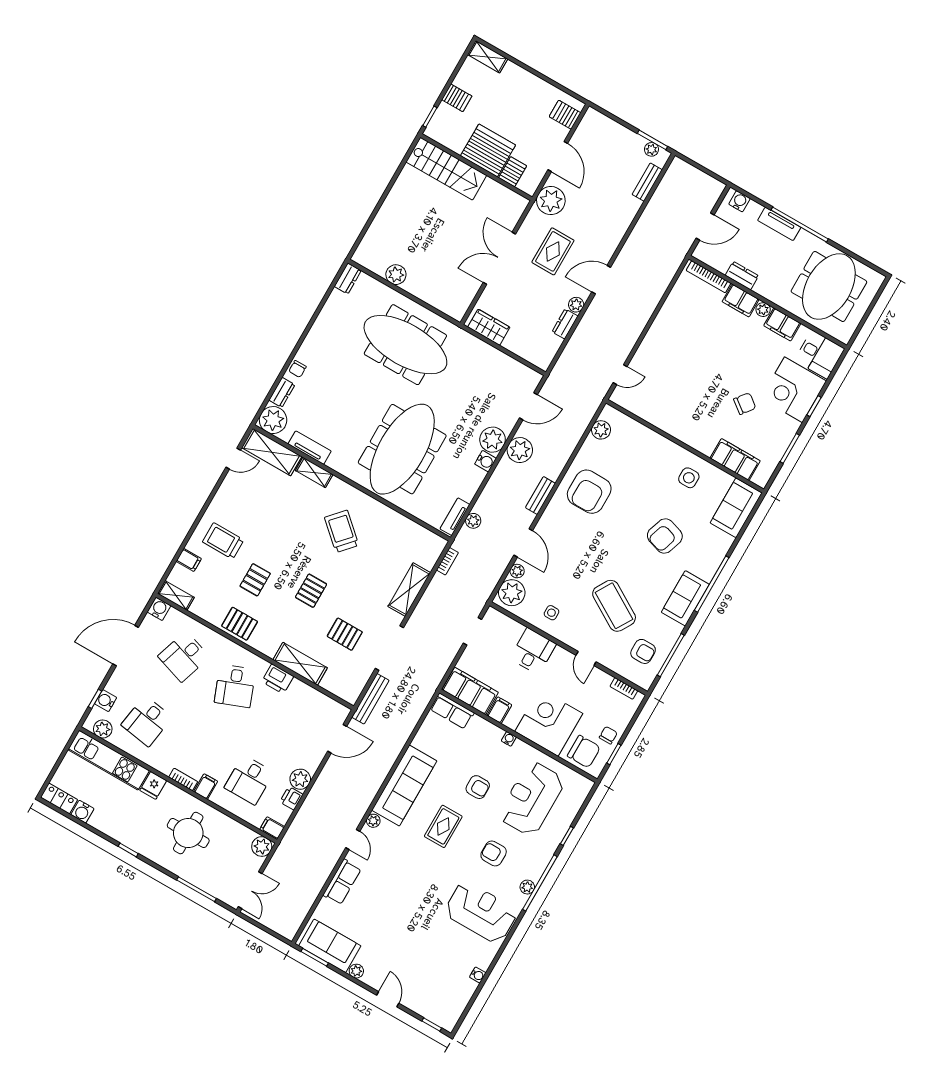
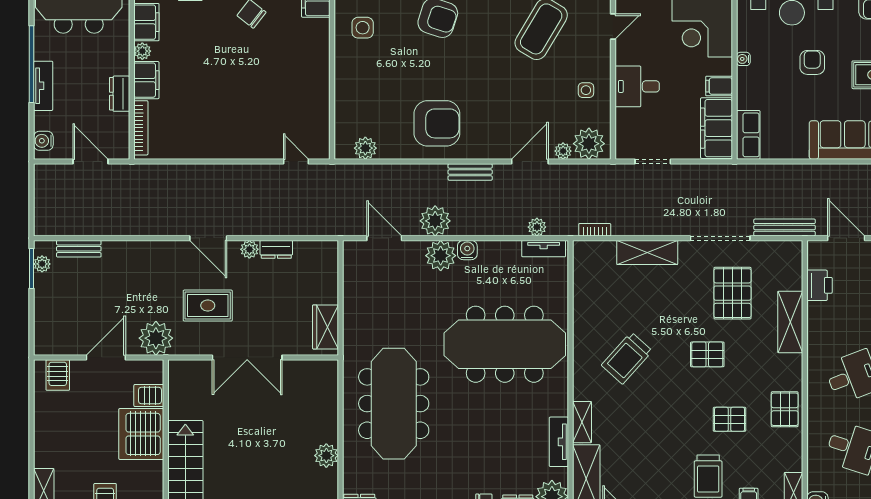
pallet: (345, 634) -> (732, 293), width x1.50, depth x1.42
printer: (278, 679) -> (819, 285), moved

